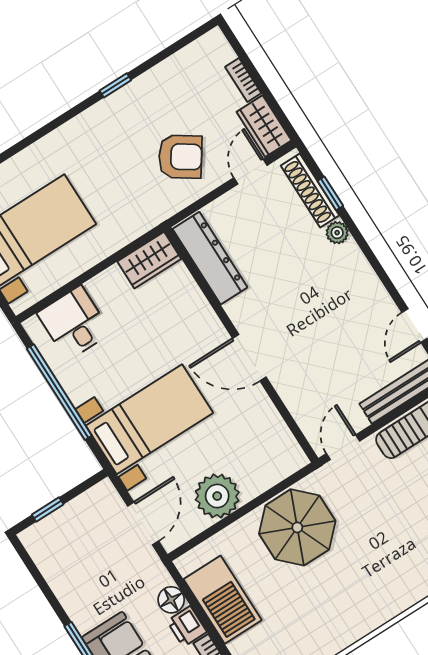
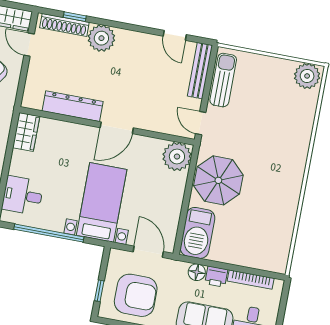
plant: (337, 233) -> (101, 38), width x1.88, depth x1.88
dresser: (210, 258) -> (73, 106), moved
plant: (217, 496) -> (177, 157), moved
armchair: (81, 555) -> (136, 295), added
barbecue: (223, 600) -> (197, 233), moved, turned 90

